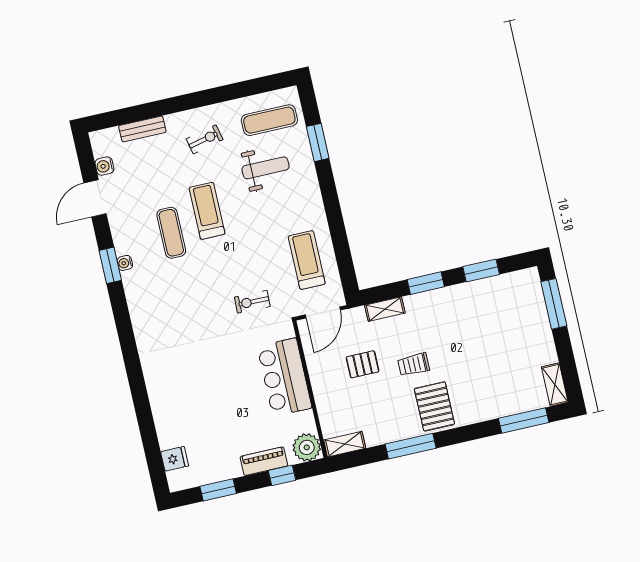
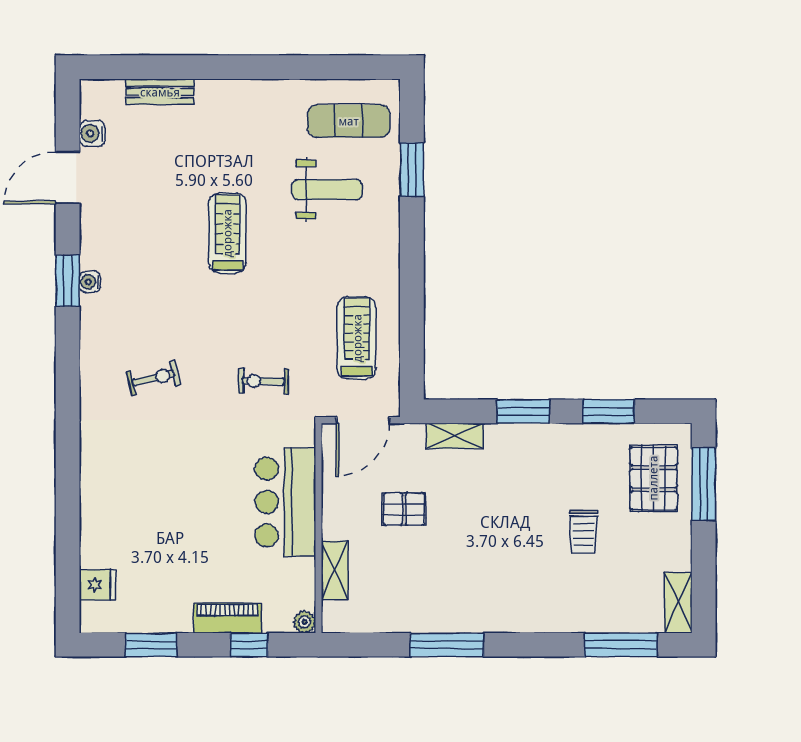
exercise bike: (205, 139) -> (153, 378), moved
exercise mat: (171, 233) -> (168, 253), removed
trolley: (414, 364) -> (583, 532), moved, turned -90
pallet: (434, 406) -> (653, 478), moved
shelving: (345, 444) -> (335, 570), moved, turned 90
plant: (307, 447) -> (304, 622), width x0.53, depth x0.53

